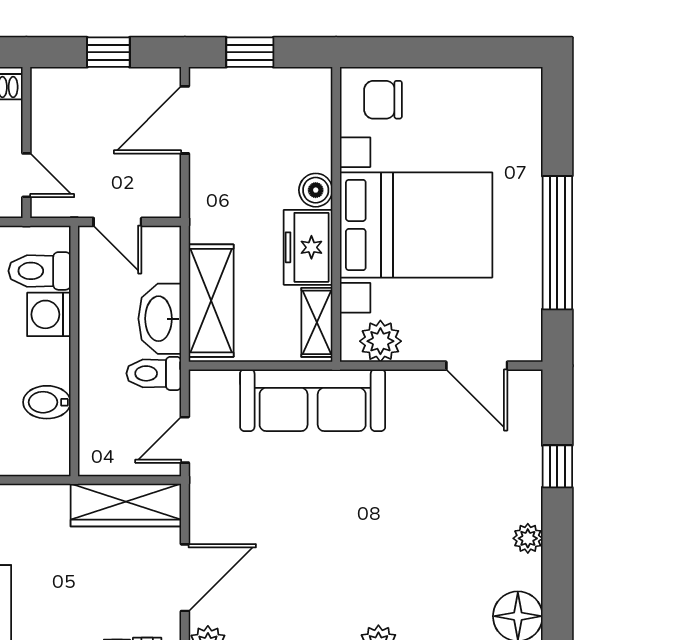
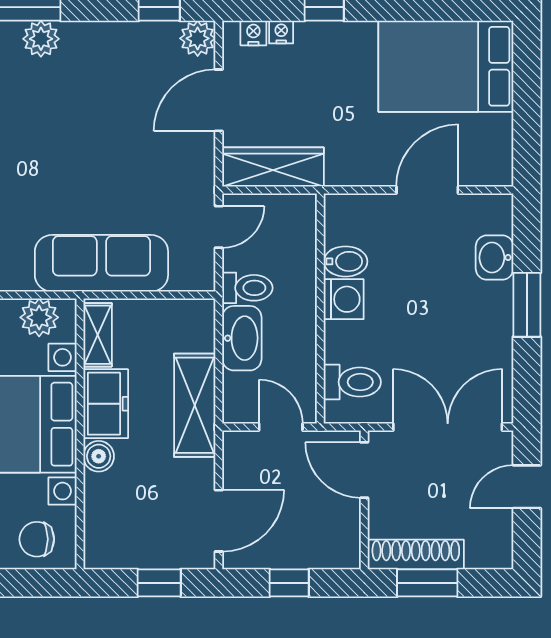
chair: (383, 100) -> (37, 539), turned 180
door: (26, 175) -> (364, 470), width x1.38
shelving: (211, 301) -> (195, 405), moved
washing machine: (49, 314) -> (344, 299), moved

